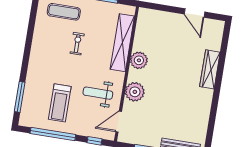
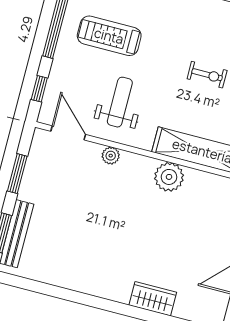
wardrobe: (210, 69) -> (153, 299), width x0.67
plant: (135, 92) -> (111, 156), width x0.53, depth x0.53

